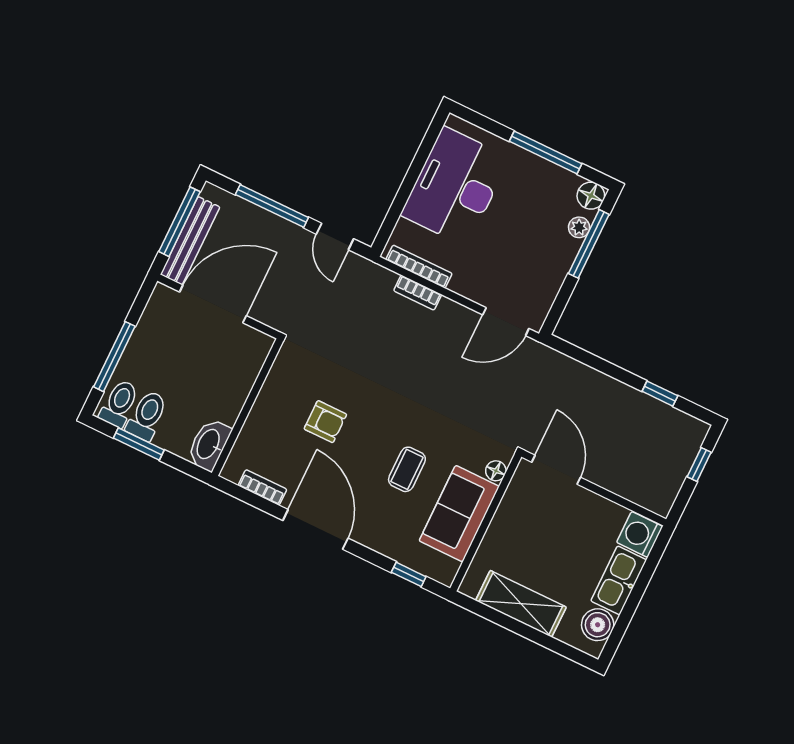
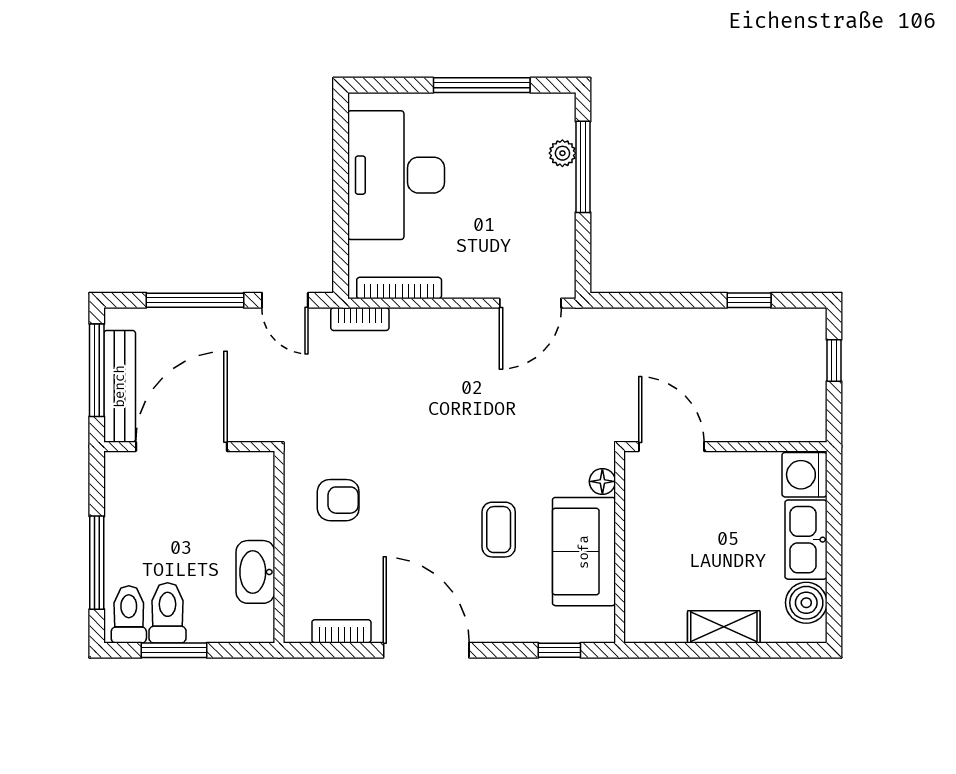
floor lamp: (591, 196) -> (558, 110), removed
bookcase: (418, 293) -> (360, 319), moved
armchair: (325, 422) -> (338, 500), moved
washbasin: (209, 444) -> (255, 572), moved
shelving: (521, 604) -> (724, 627), width x0.67, depth x0.75

